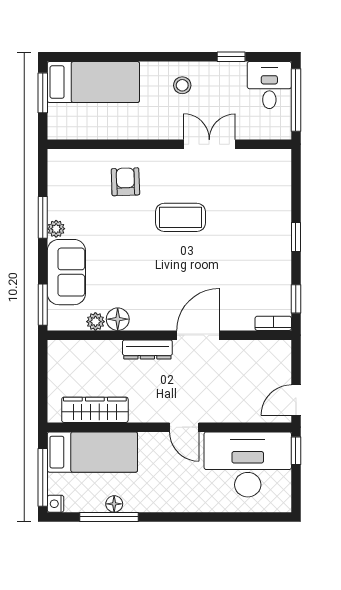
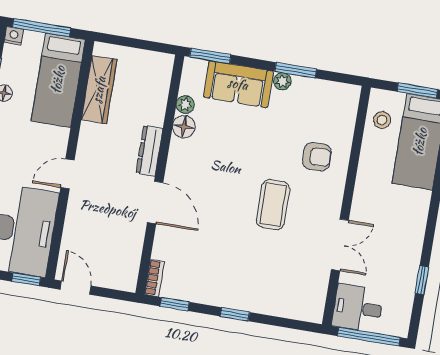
stool: (182, 85) -> (382, 120), moved
desk: (269, 85) -> (358, 308), moved, turned 180

